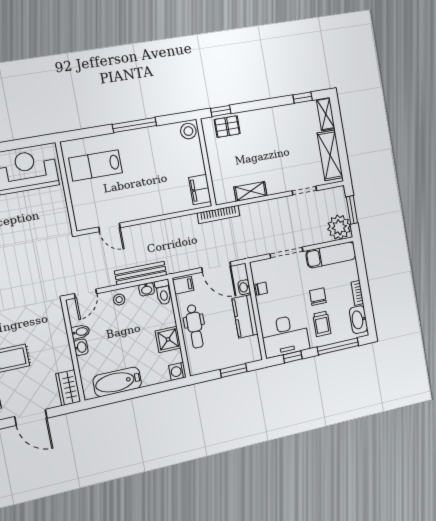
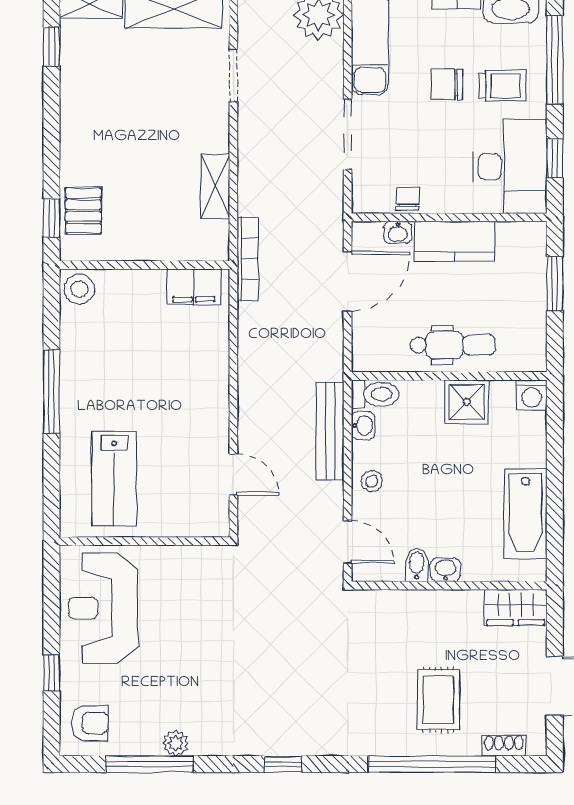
door: (109, 227) -> (233, 474), hinge flipped
filing cabinet: (183, 285) -> (369, 353), removed

